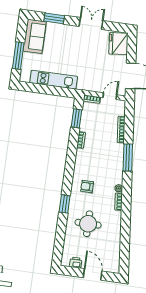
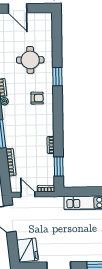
door: (110, 96) -> (28, 195), swing flipped
printer: (76, 263) -> (37, 18), removed

